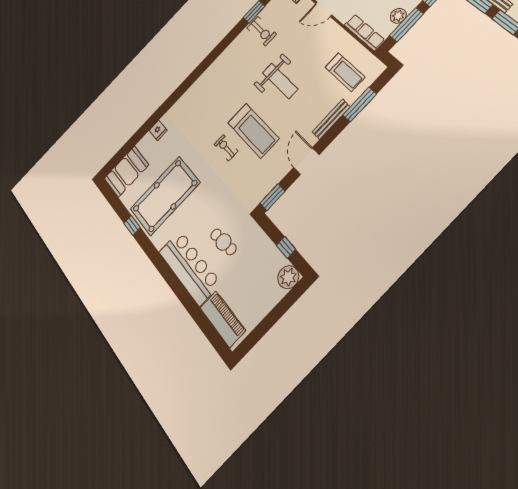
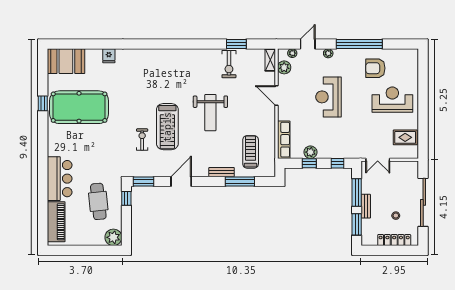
window: (406, 25) -> (309, 163), width x0.46
treadmill: (345, 72) -> (251, 152), turned 180
bench: (331, 119) -> (222, 172), width x0.73
exercise bike: (226, 148) -> (142, 140), moved
cafe table: (223, 242) -> (98, 201), moved, width x1.37, depth x1.35
window: (286, 247) -> (126, 198), moved
bar counter: (190, 268) -> (60, 179), width x0.73

